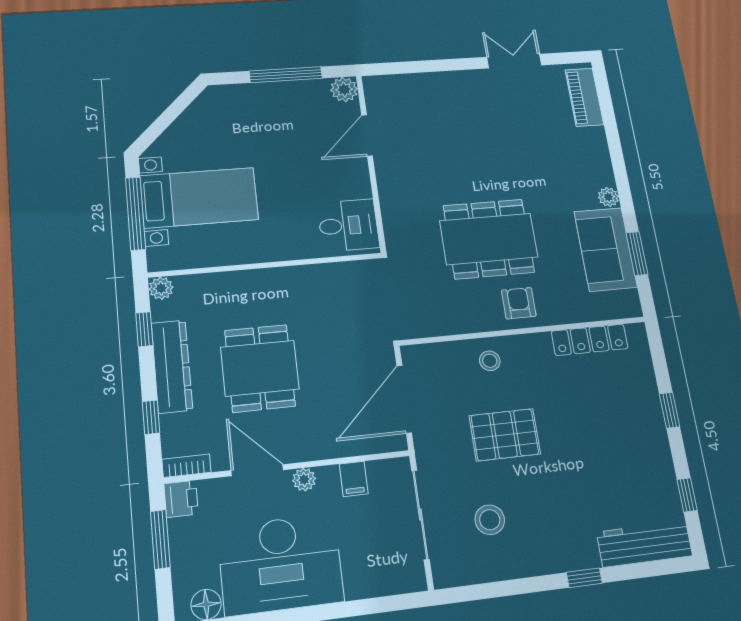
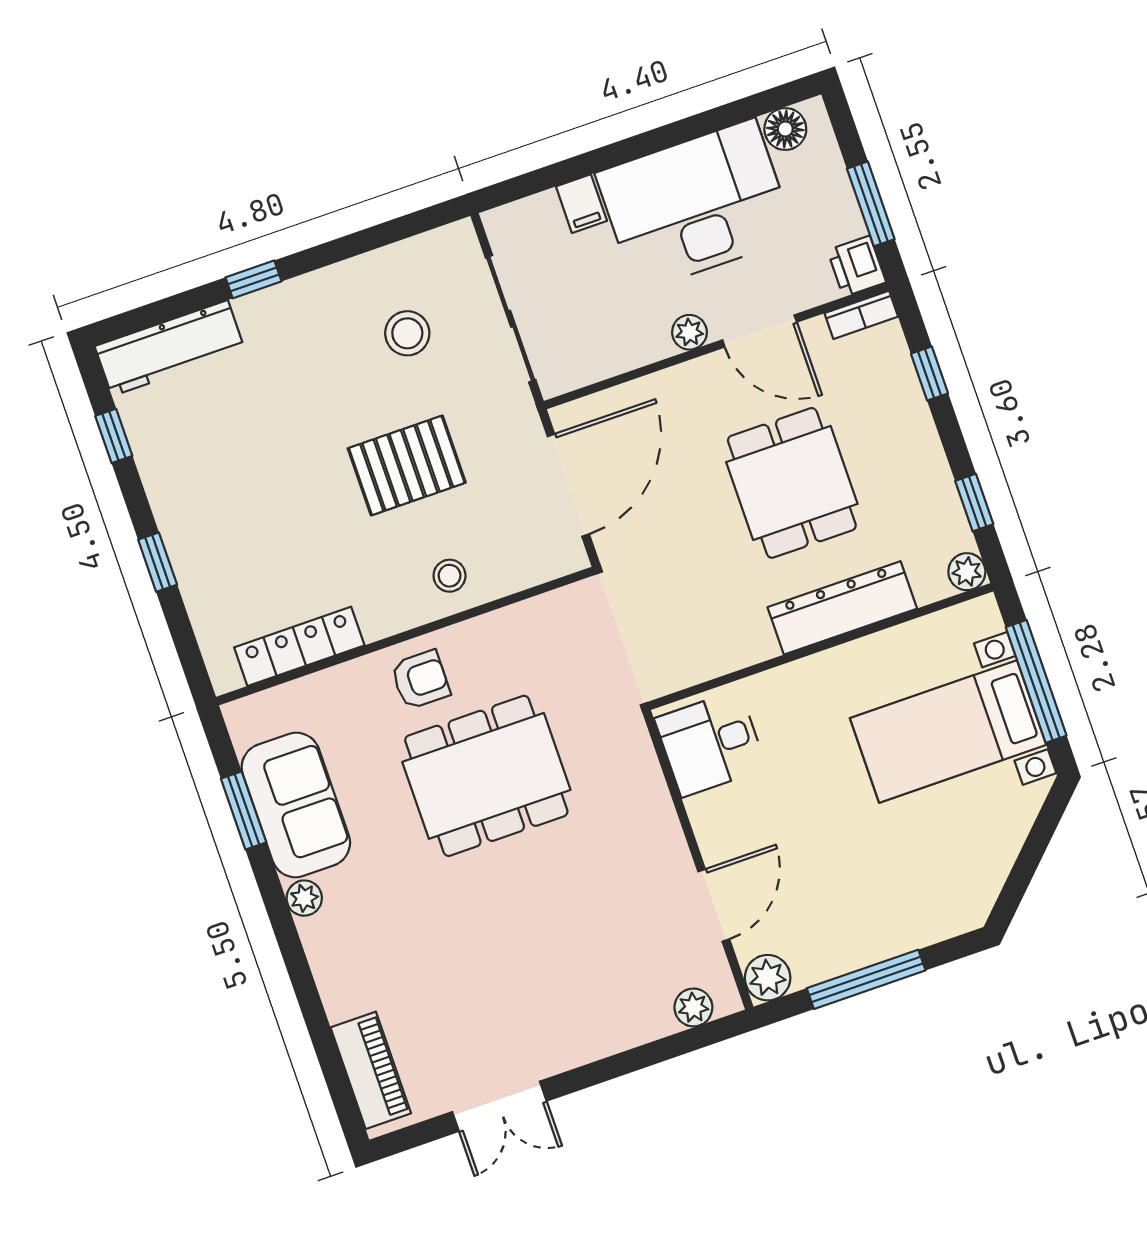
plant: (391, 84) -> (693, 1007), added
armchair: (519, 303) -> (420, 680), turned -90
dresser: (172, 366) -> (842, 608), moved, turned 90
filing cabinet: (354, 479) -> (581, 204), moved, turned 180

